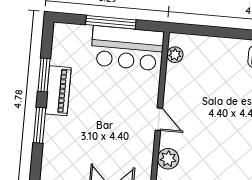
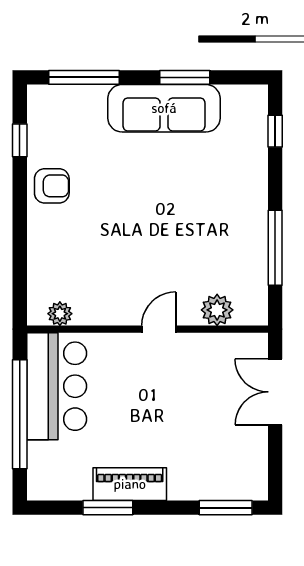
window: (111, 22) -> (20, 414), width x1.46
window: (40, 125) -> (226, 508), moved

